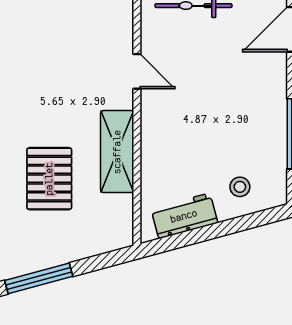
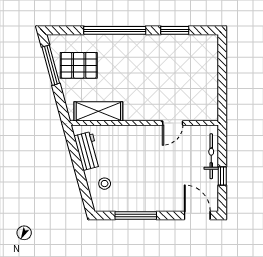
shelving: (117, 152) -> (98, 111), moved
pallet: (49, 179) -> (79, 65), moved

